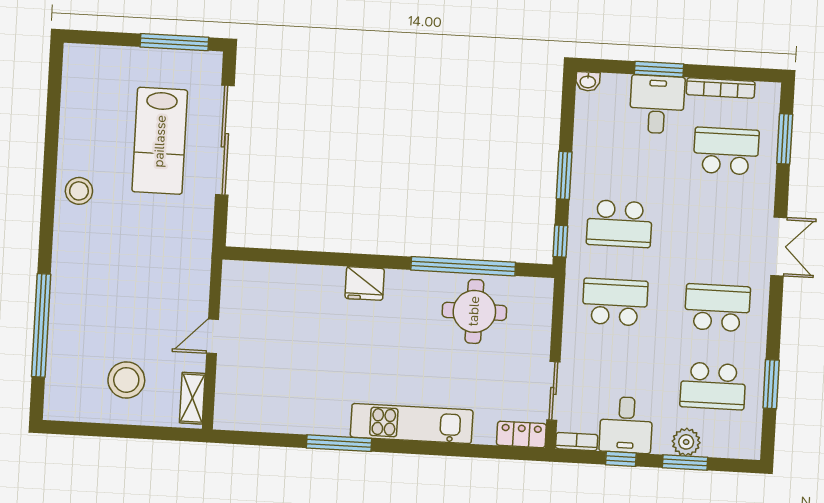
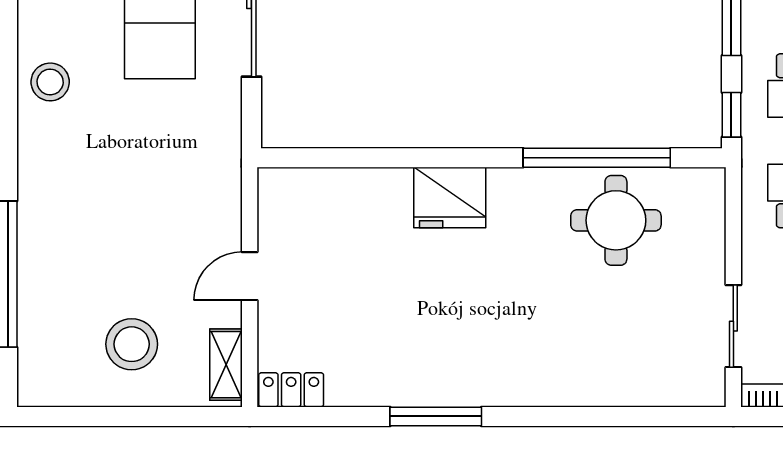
fridge: (365, 283) -> (450, 197), width x1.36, depth x1.34
kitchen unit: (412, 424) -> (536, 383), removed
locker: (521, 434) -> (291, 390), moved

